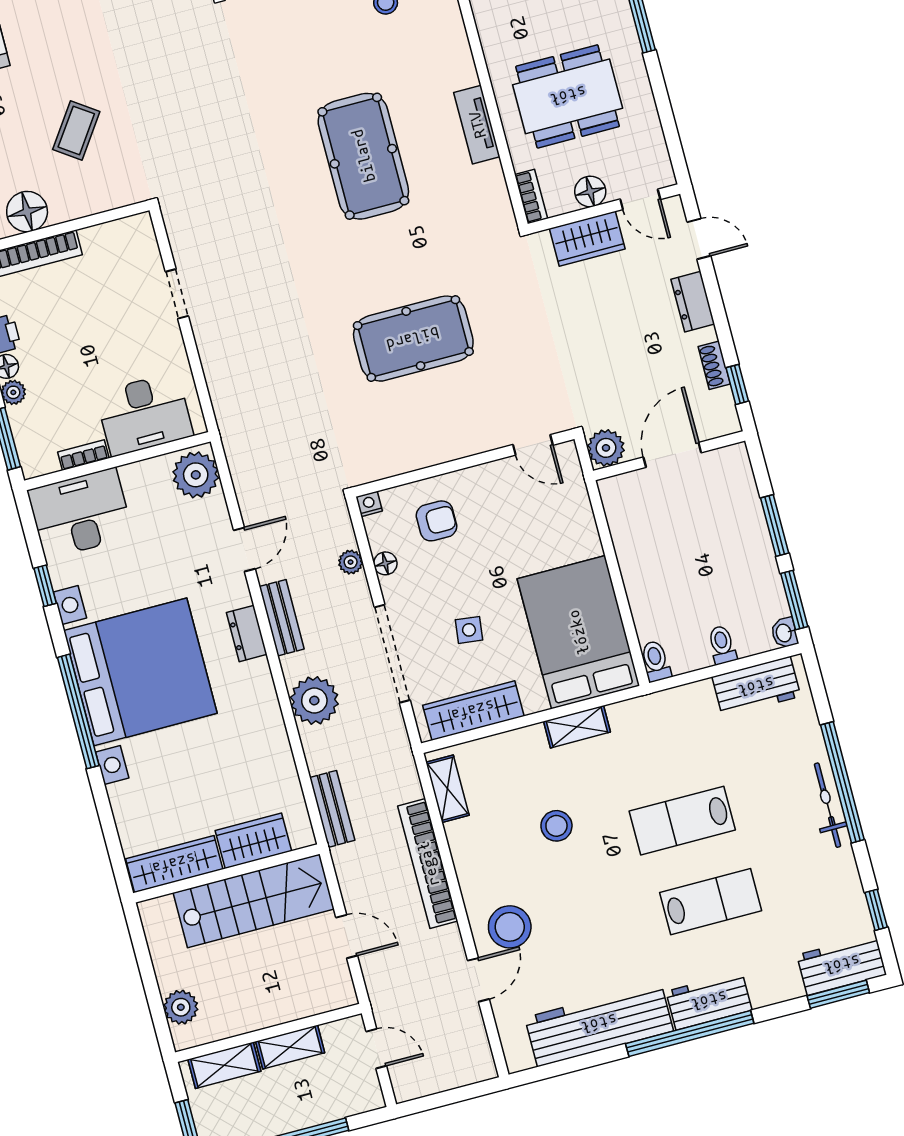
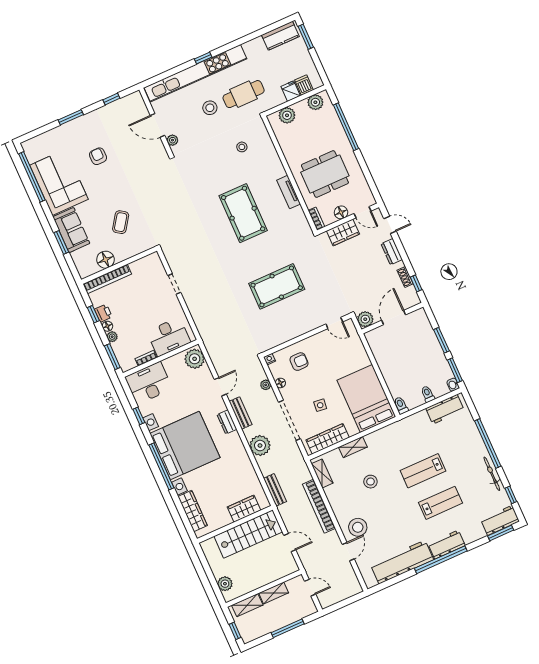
shelving: (577, 727) -> (353, 447), moved
bicycle: (828, 805) -> (492, 474), moved
wardrobe: (174, 864) -> (193, 511), moved, turned 90

